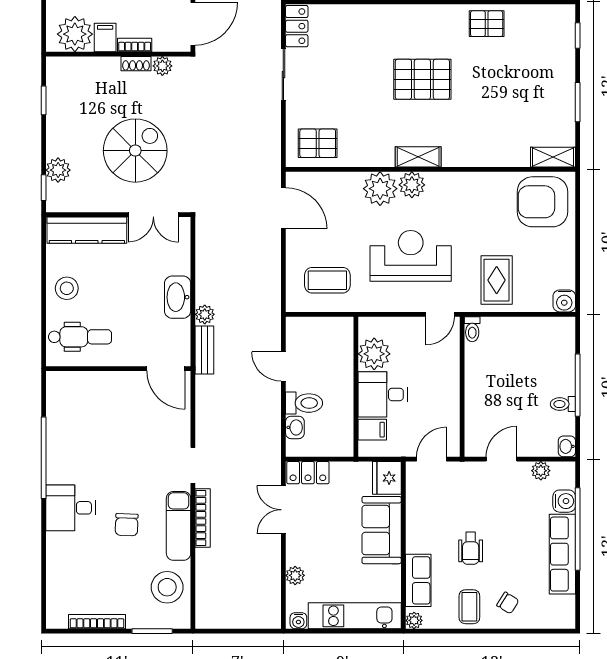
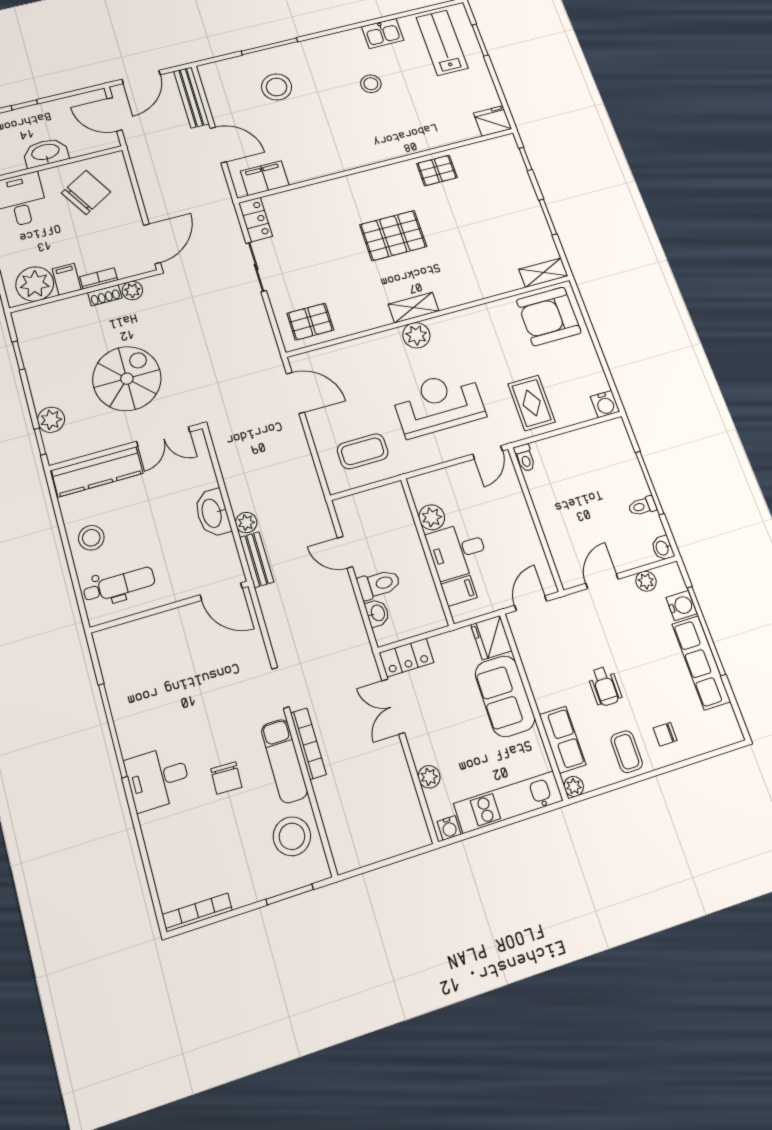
plant: (380, 189) -> (386, 348), removed
plant: (374, 354) -> (432, 517), width x0.73, depth x0.73
chair: (508, 603) -> (665, 734), turned 148
bookcase: (97, 622) -> (197, 912), moved

